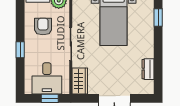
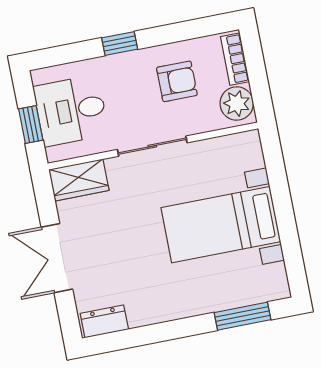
window: (158, 17) -> (243, 316), width x1.50
dresser: (148, 69) -> (104, 321), moved

